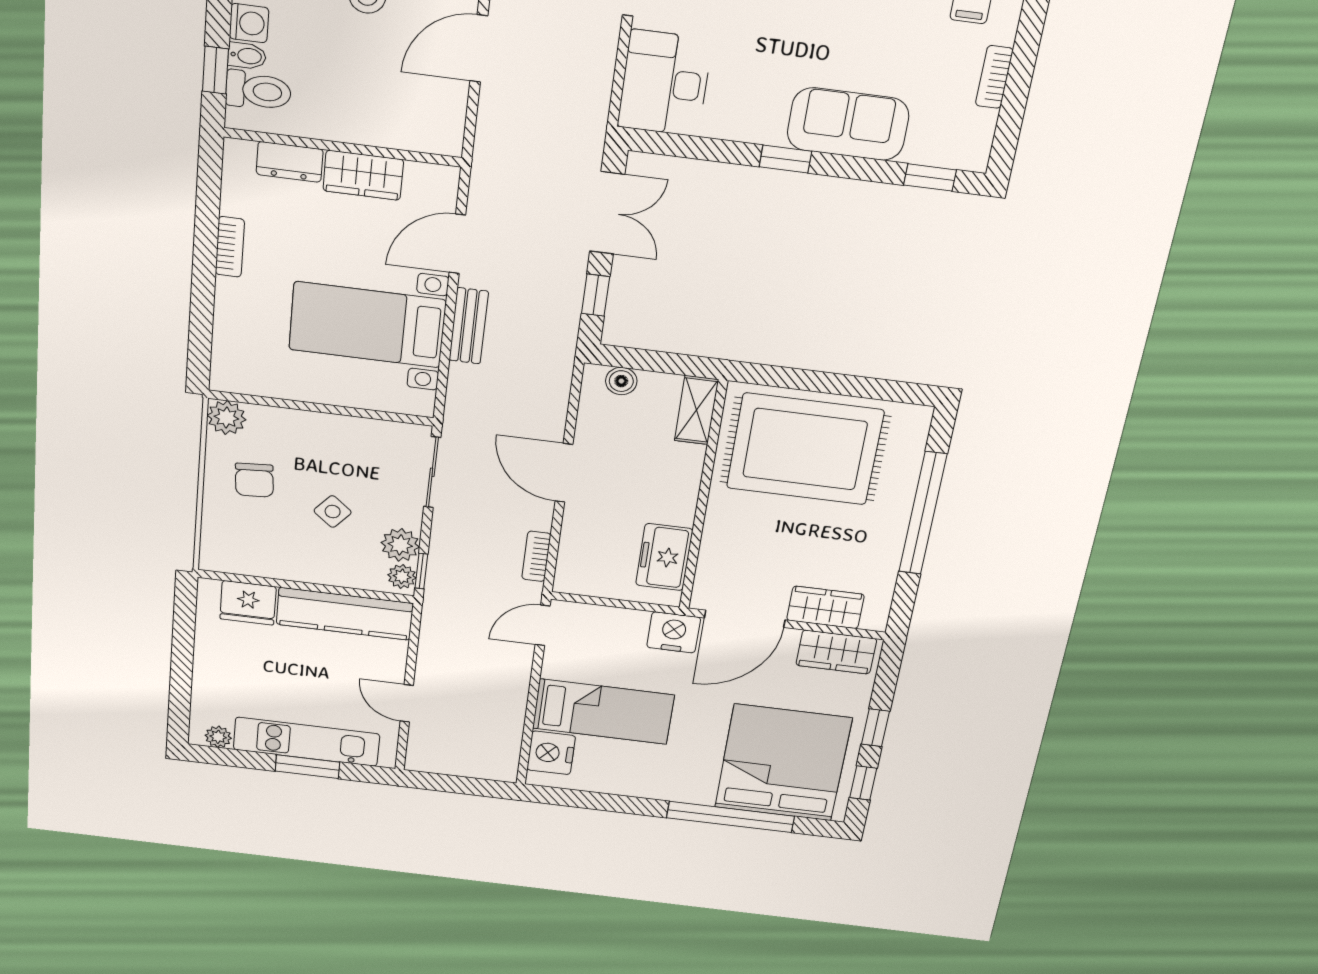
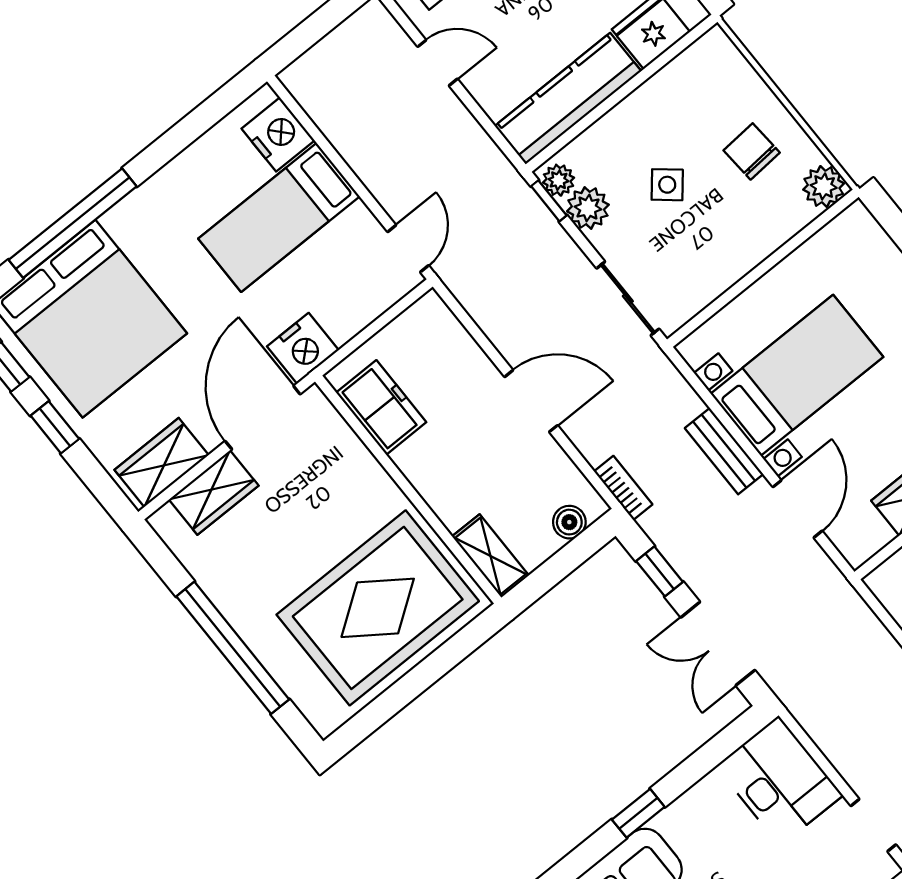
bookcase: (536, 556) -> (623, 488), moved

